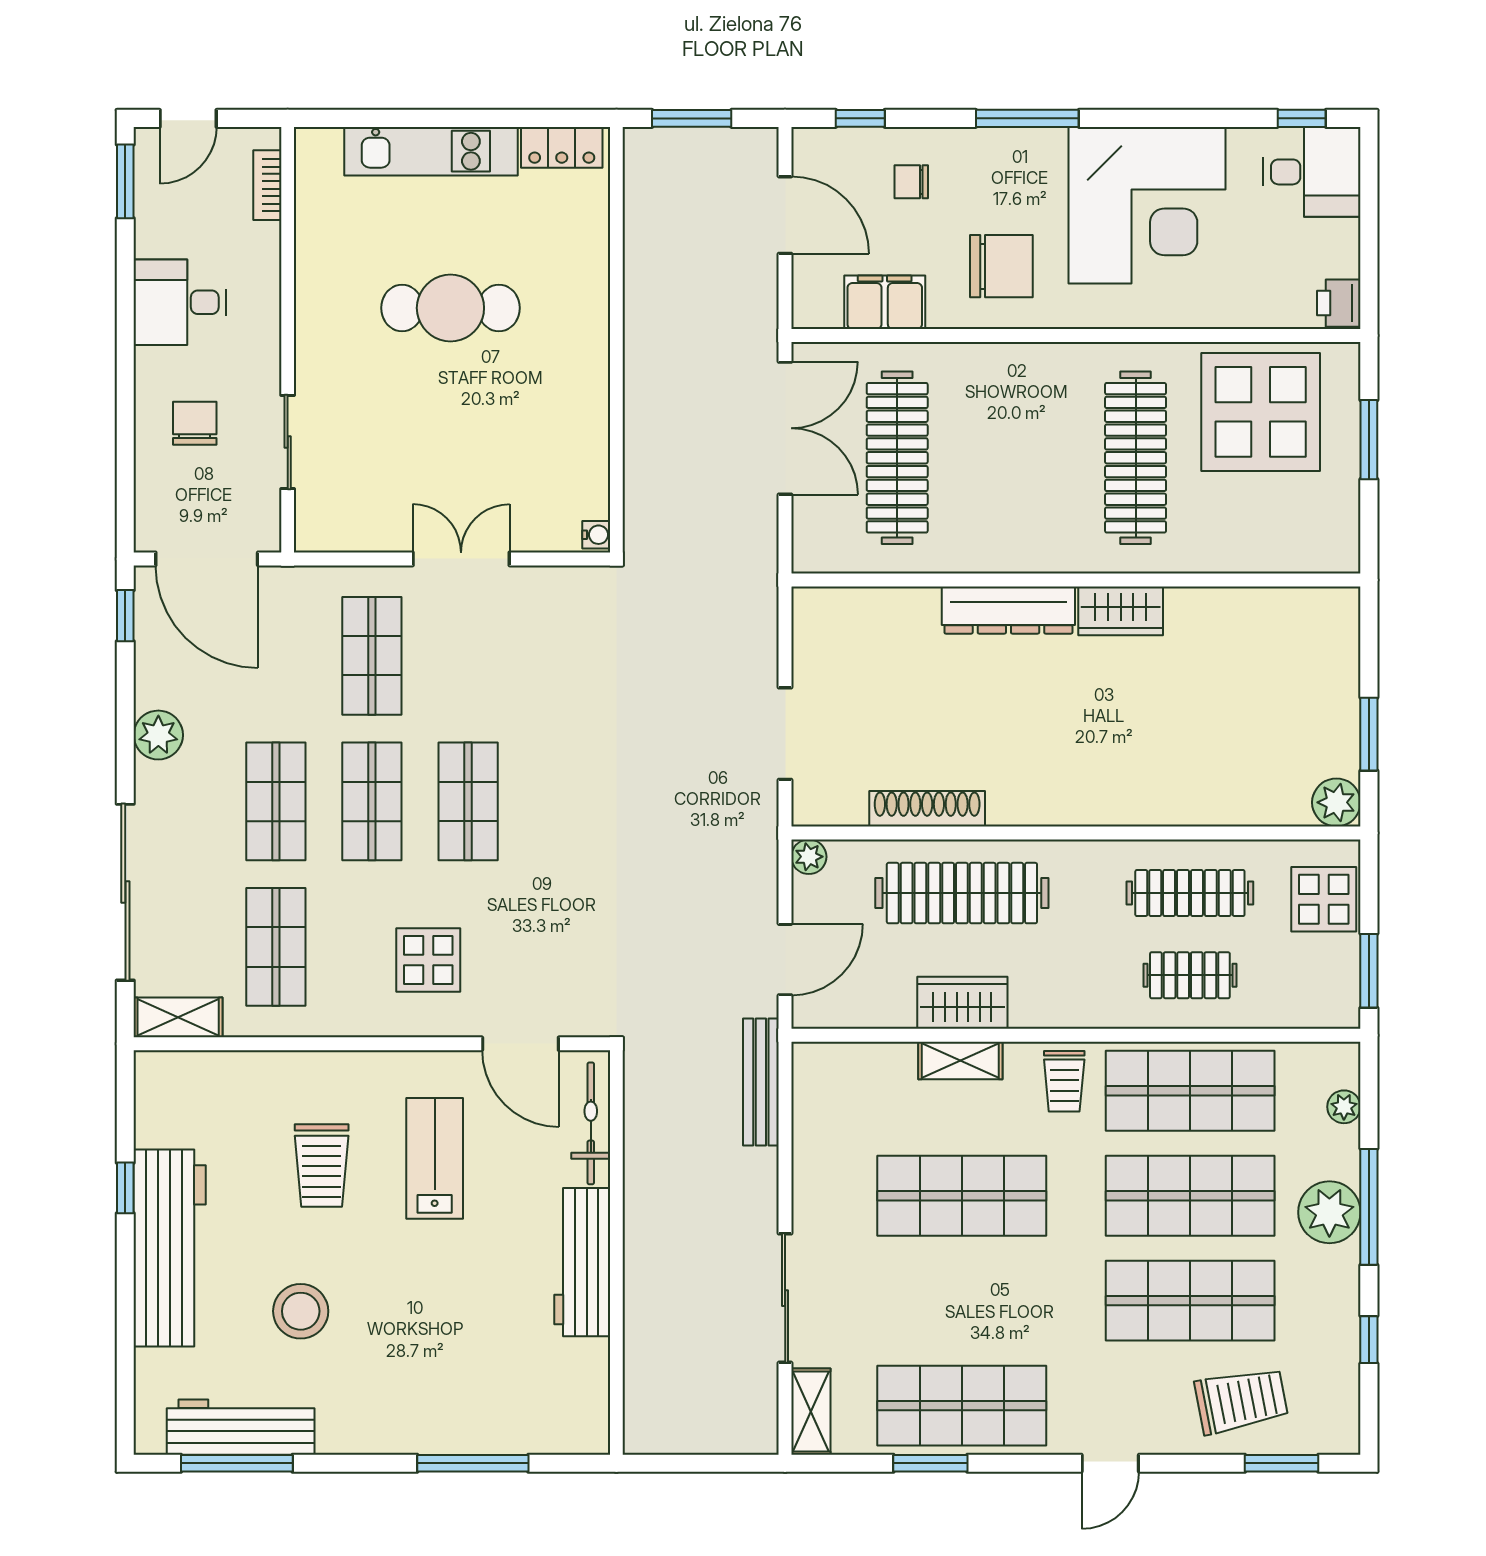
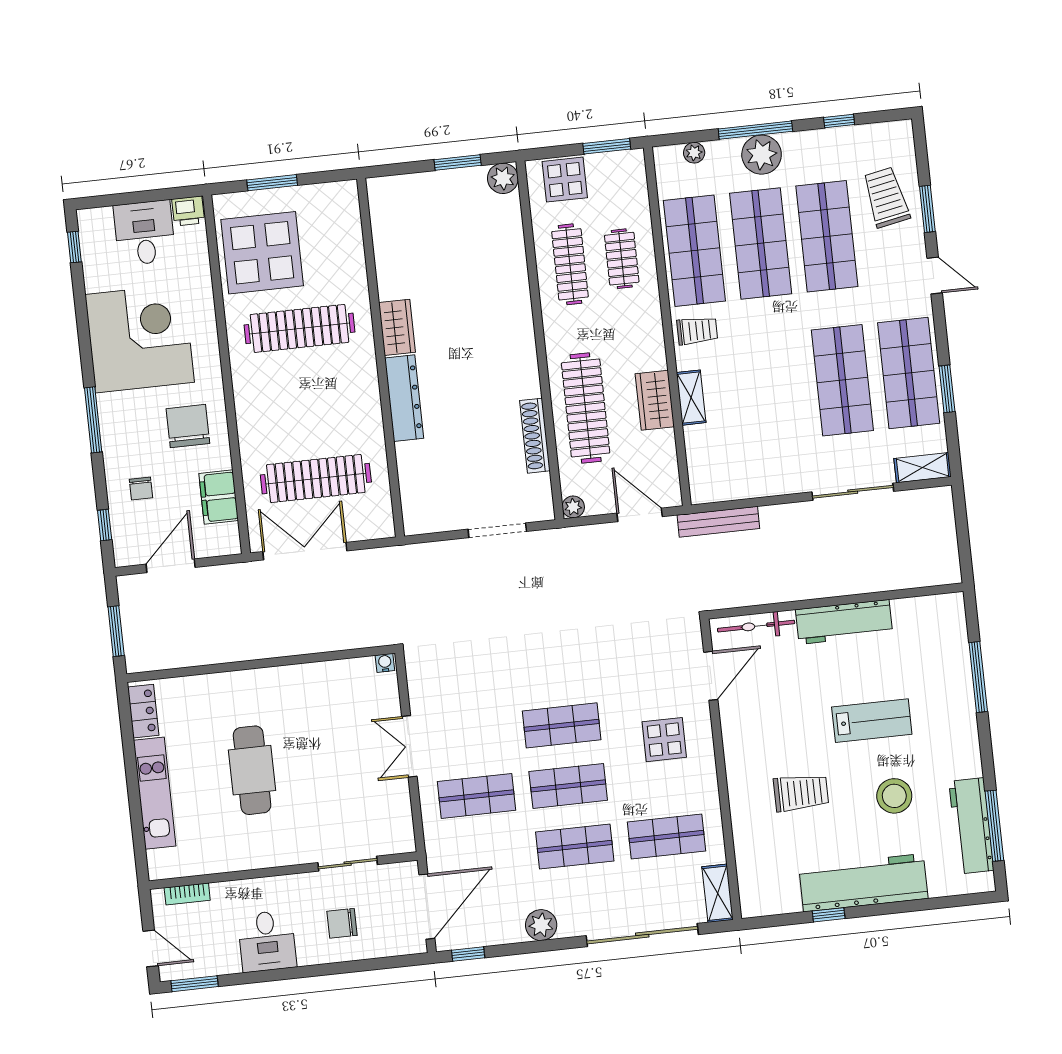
desk: (1312, 172) -> (145, 233), moved
lab bench: (435, 1158) -> (872, 721), moved, turned 180
shop shelf: (962, 1196) -> (842, 380), moved
window: (1282, 1463) -> (927, 209), moved

